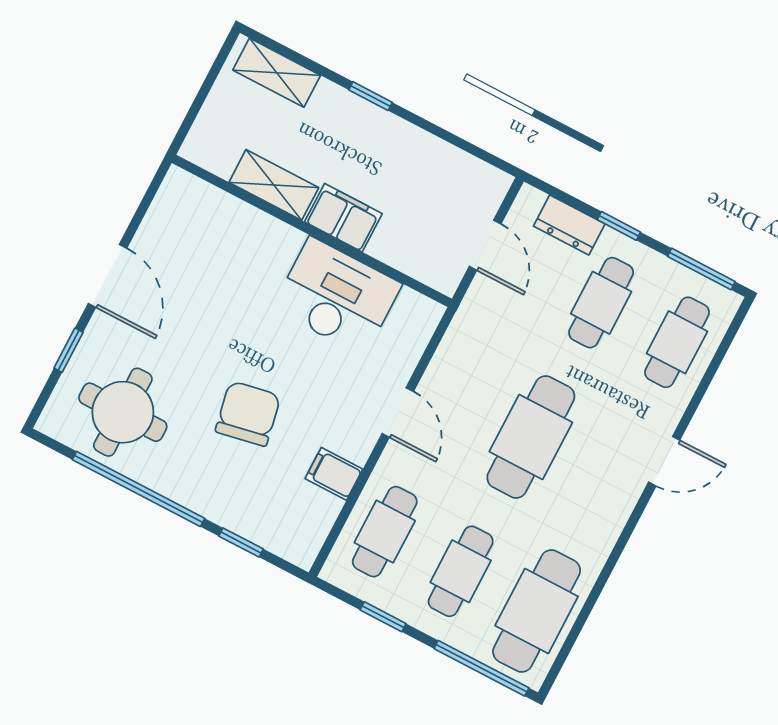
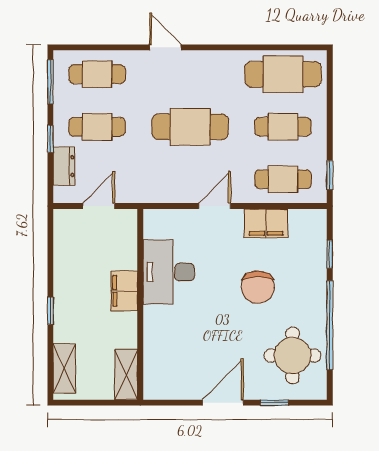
shelving: (274, 185) -> (126, 375), moved
chair: (248, 414) -> (258, 287), turned -79
filing cabinet: (334, 474) -> (266, 223), width x2.00
window: (383, 617) -> (330, 175), moved
window: (481, 668) -> (330, 88), removed

